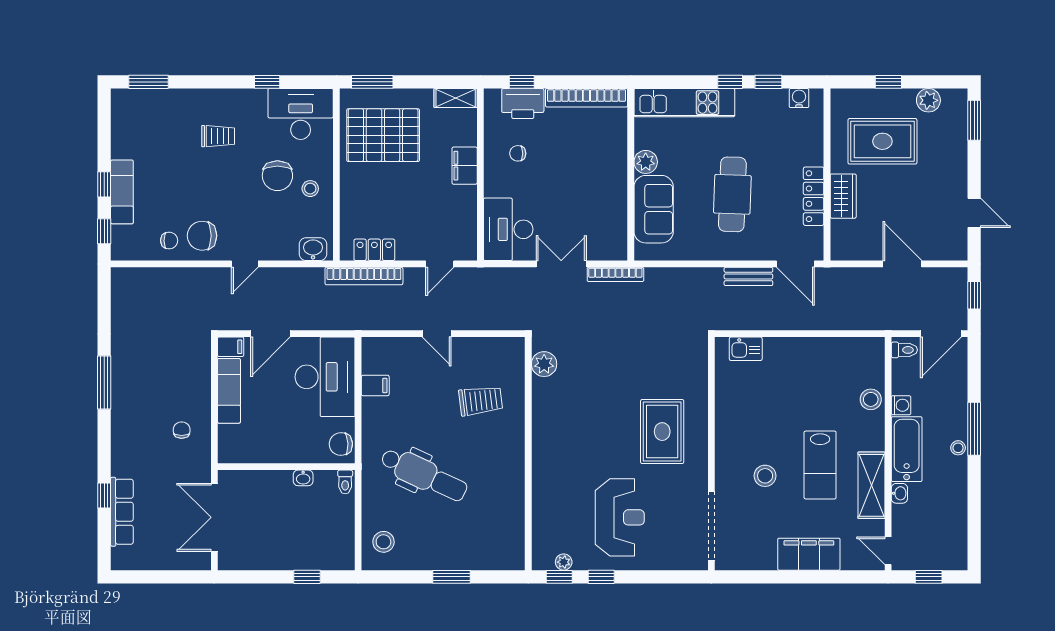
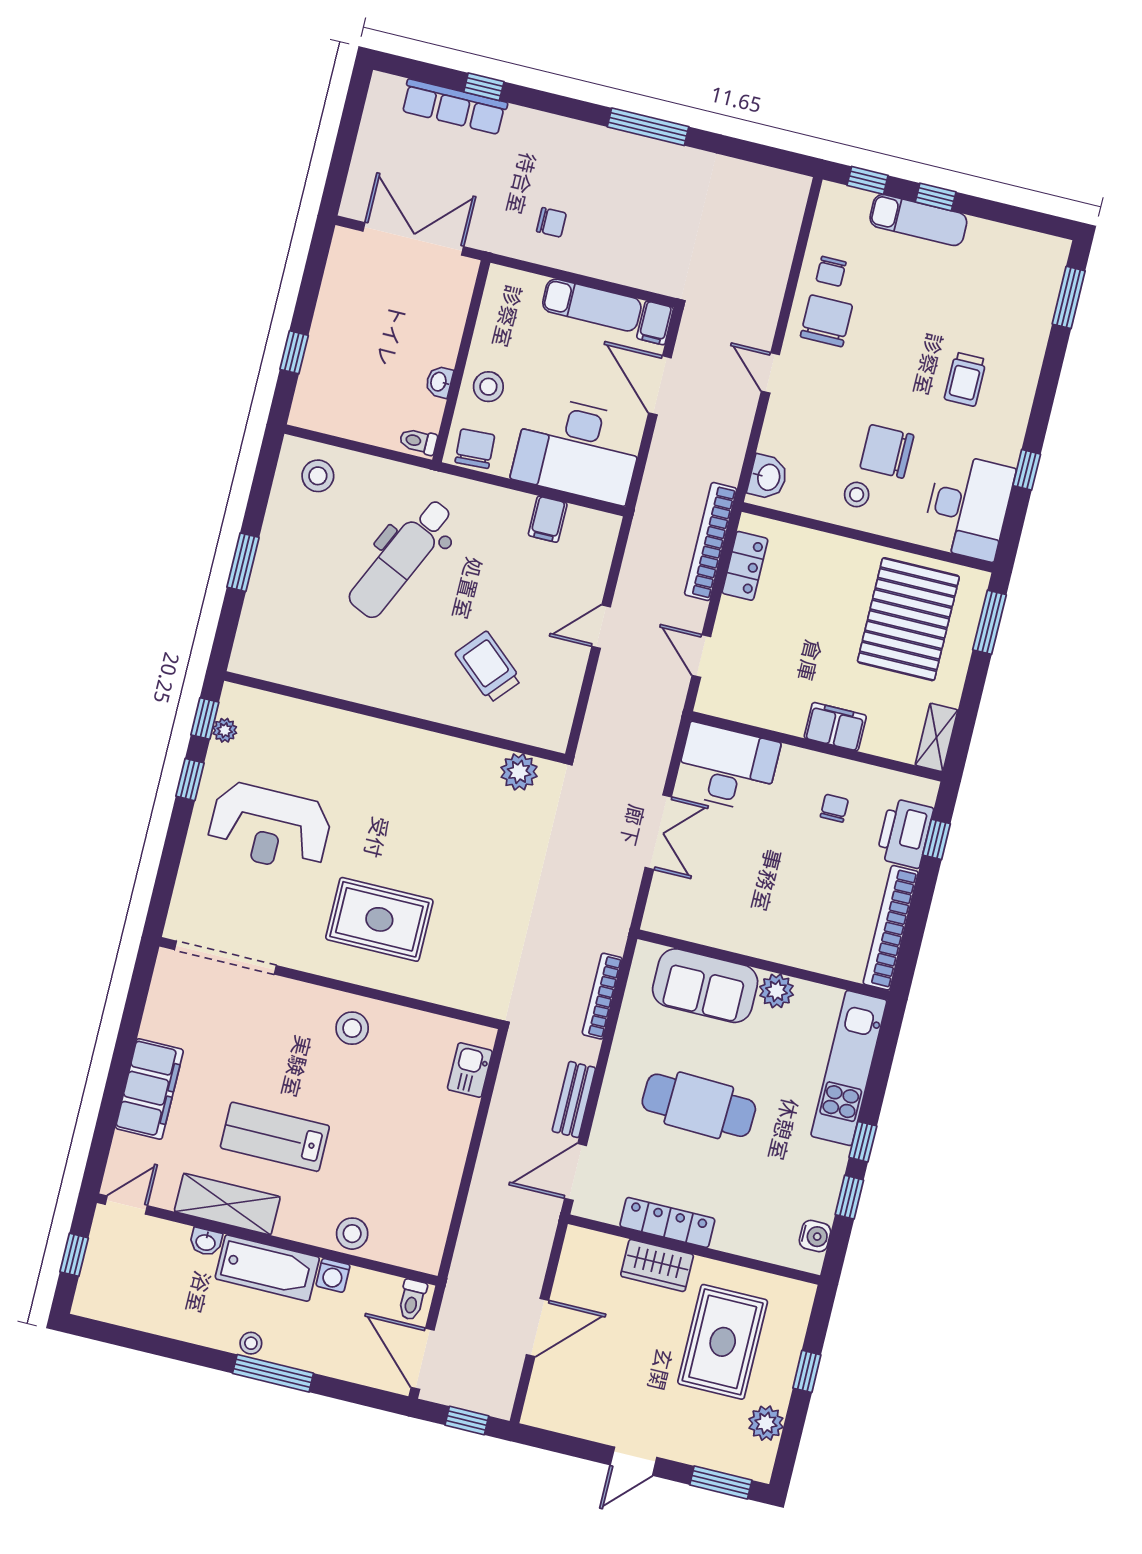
door: (974, 213) -> (634, 1461), moved
bookcase: (615, 274) -> (602, 996), moved
trolley: (481, 401) -> (488, 667), turned 138
stool: (298, 445) -> (488, 387), added
stool: (765, 476) -> (352, 1028), moved

